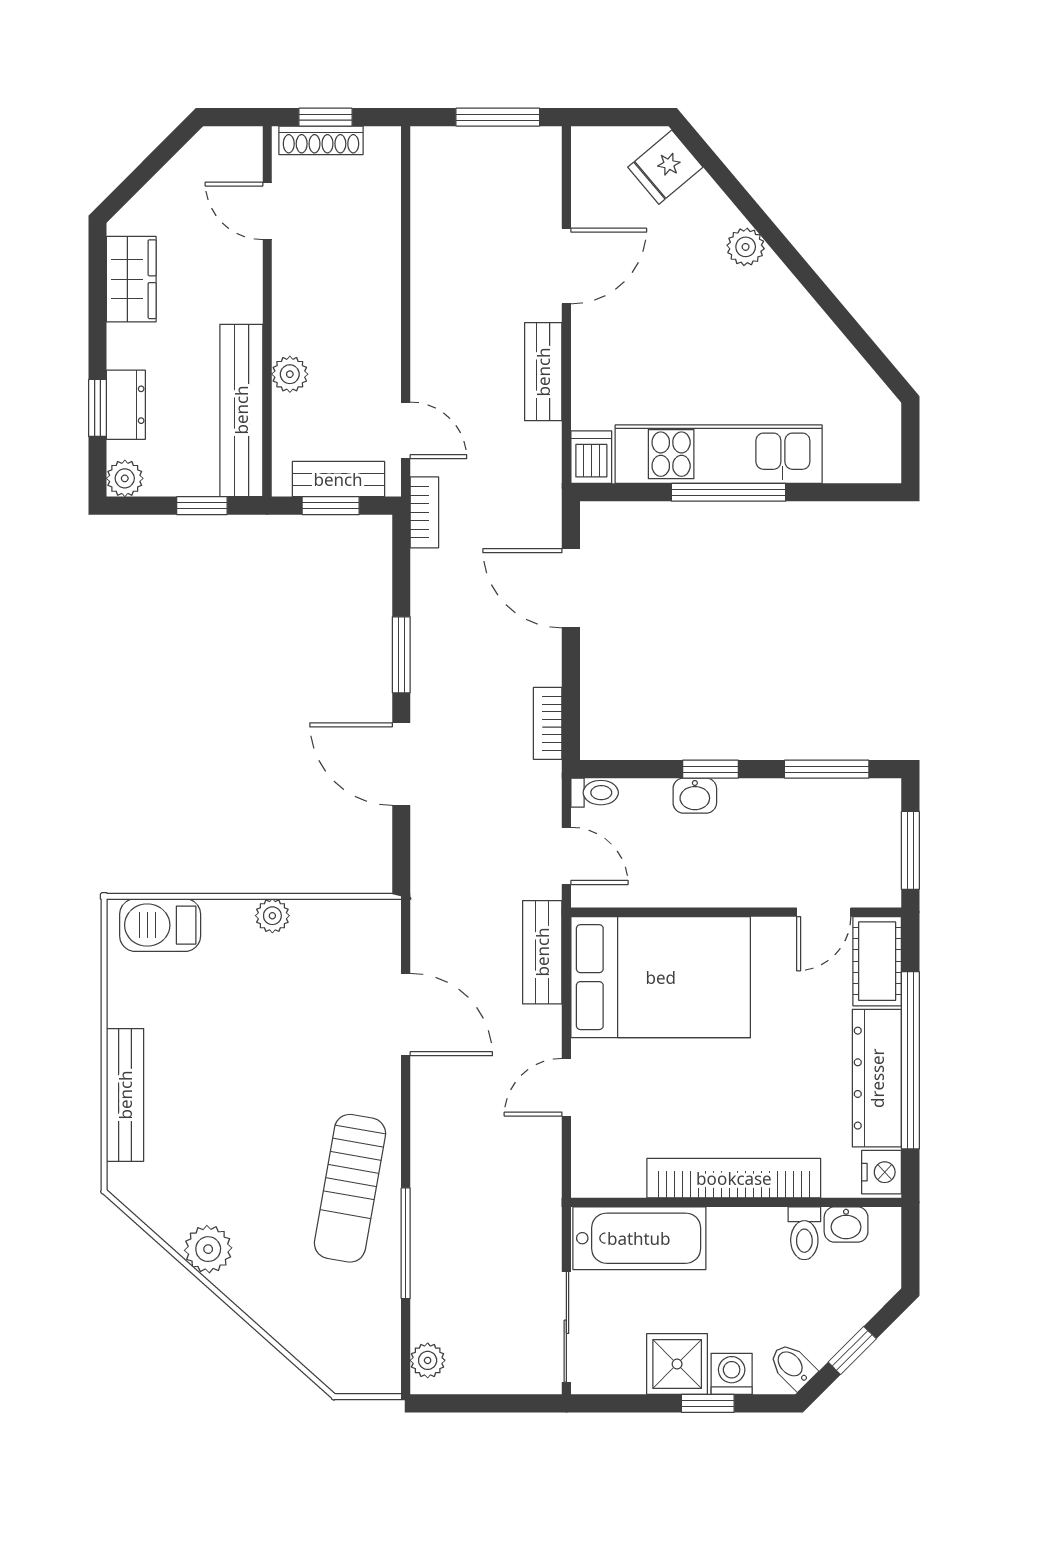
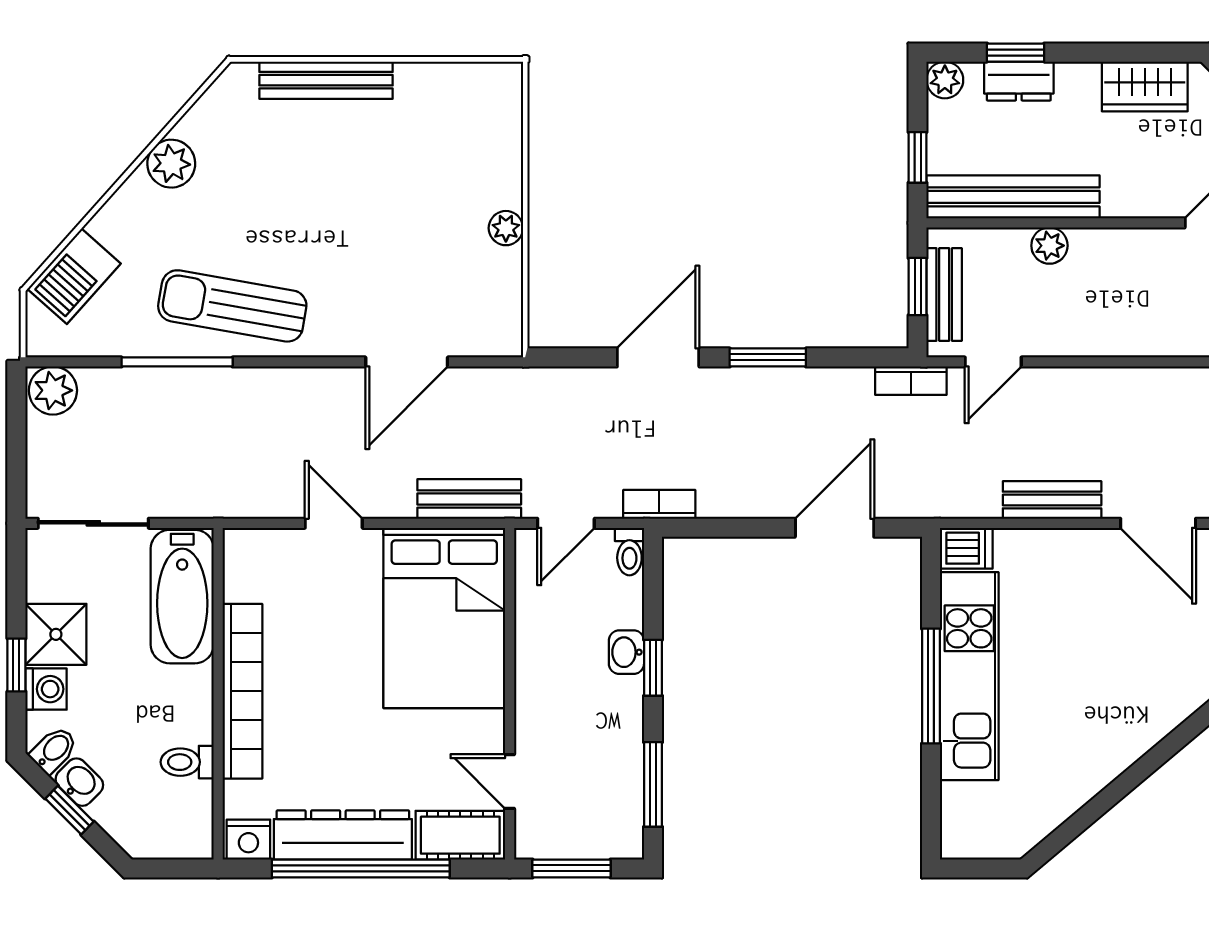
plant: (746, 247) -> (1177, 703), removed
bookcase: (548, 723) -> (659, 504), moved
barbecue: (160, 925) -> (74, 276), moved, turned -138
washbasin: (846, 1224) -> (79, 782), moved, turned 135
plant: (428, 1360) -> (53, 390), width x1.38, depth x1.38

